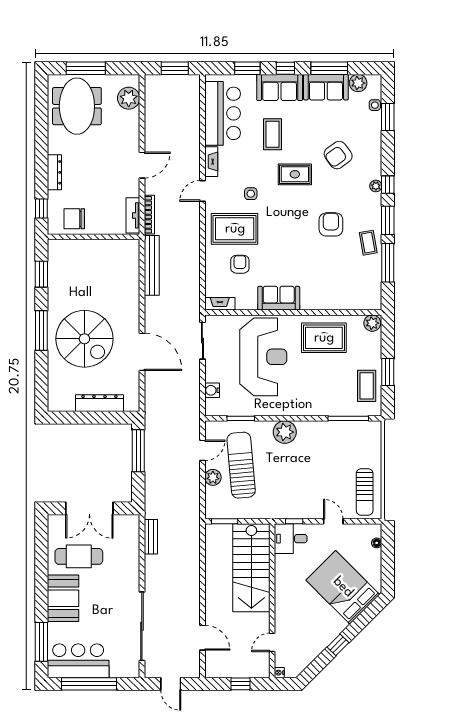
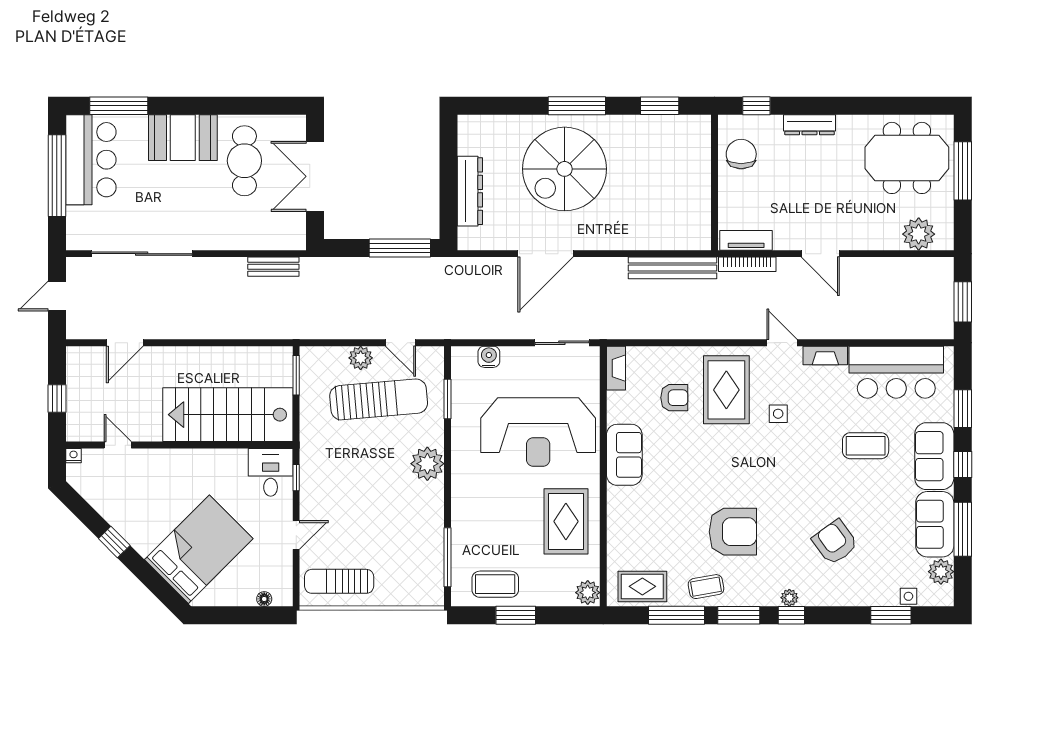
rug: (295, 174) -> (642, 586), moved, turned 90
armchair: (331, 224) -> (733, 532), width x1.36, depth x1.36

